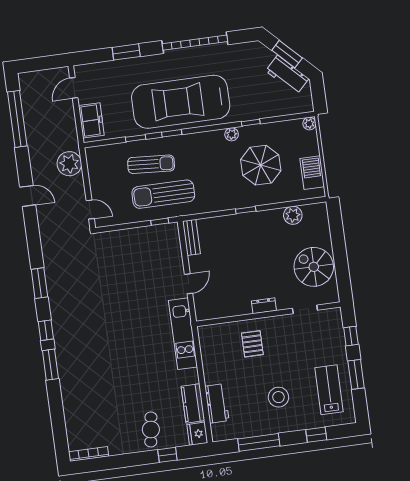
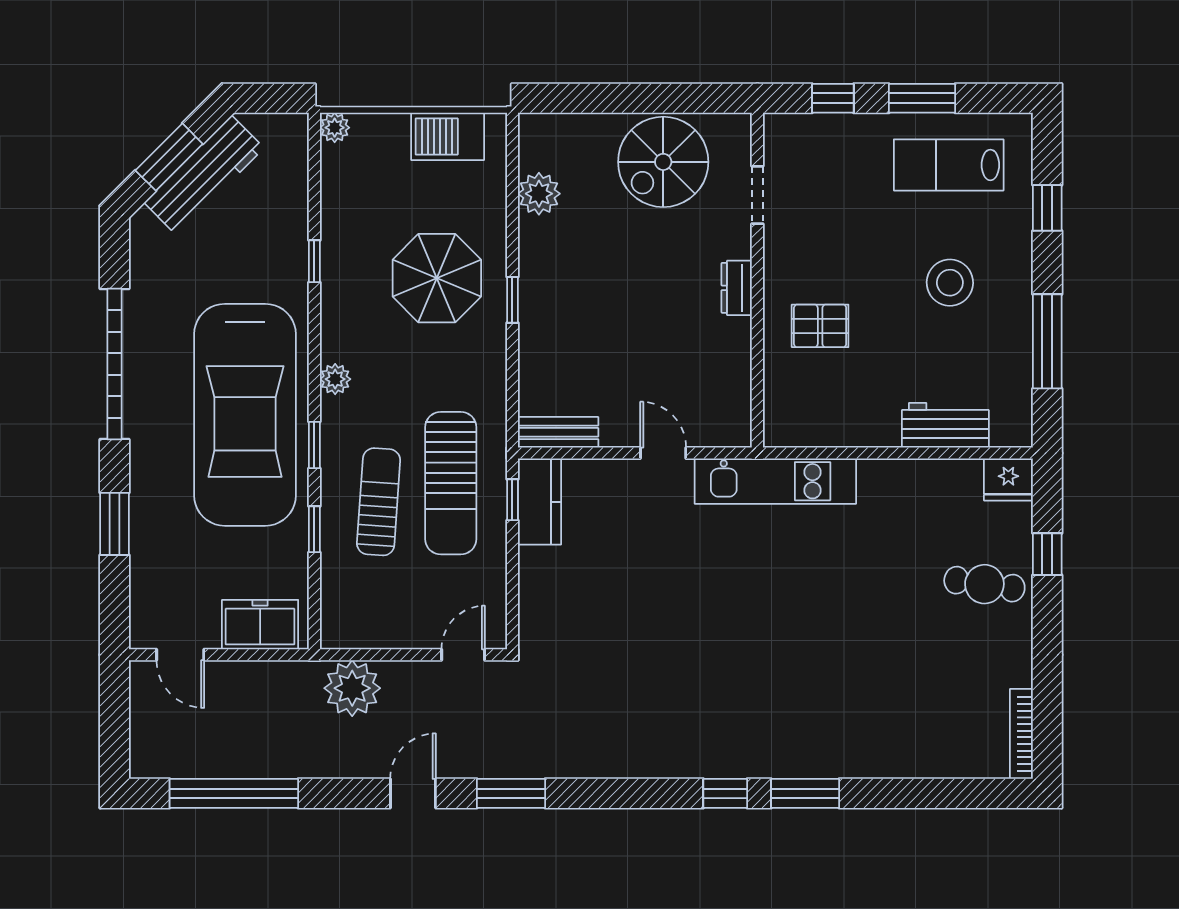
workbench: (287, 75) -> (204, 175), width x1.38
plant: (232, 134) -> (335, 379), moved
parasol: (261, 165) -> (437, 278), moved
window: (39, 283) -> (511, 793), moved
kitchen counter: (193, 403) -> (539, 502), moved, turned -90

